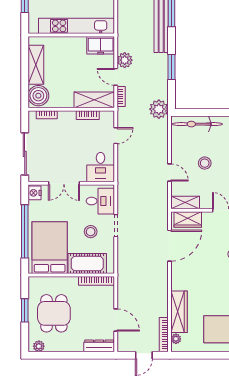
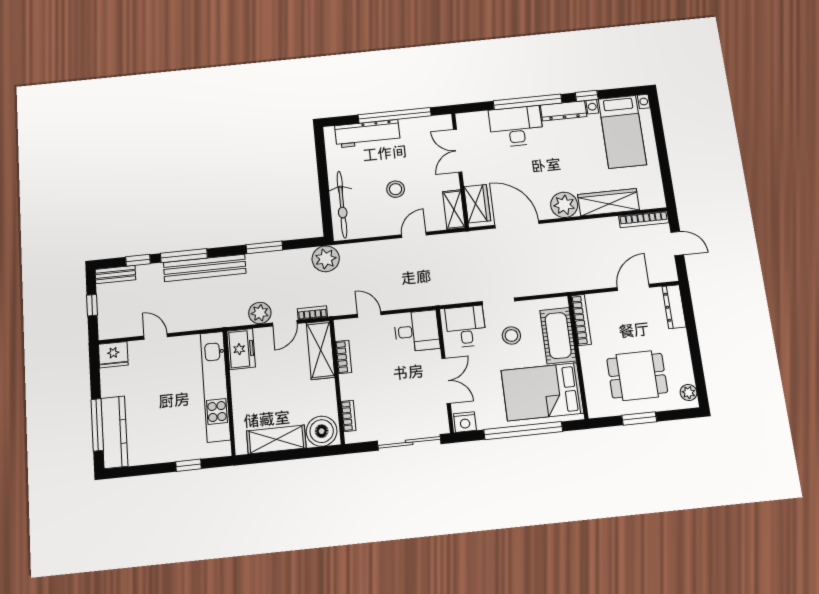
plant: (176, 339) -> (564, 205), moved, width x1.87, depth x1.87

